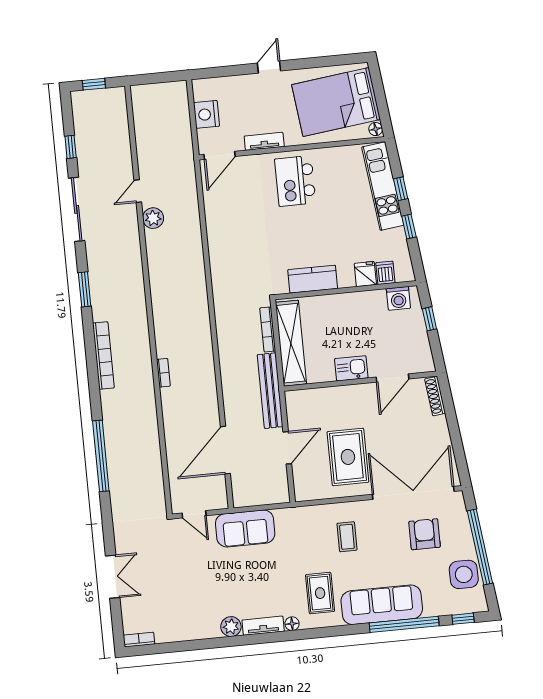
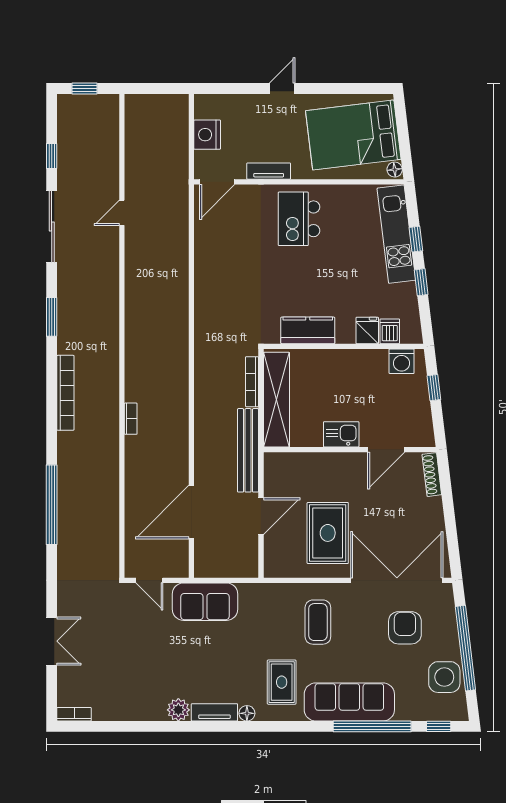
plant: (153, 218) -> (136, 245), removed
coffee table: (347, 537) -> (318, 622), width x1.36, depth x1.30

